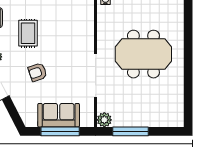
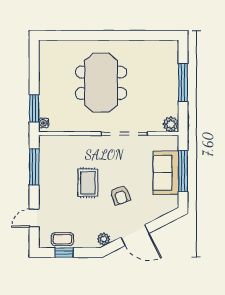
rug: (28, 33) -> (88, 183), moved, turned 90
window: (131, 131) -> (183, 82), moved

